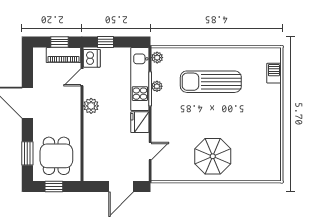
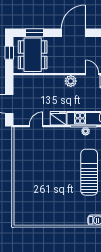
door: (150, 151) -> (36, 126), swing flipped
dining table: (56, 156) -> (33, 55), width x1.38
parasol: (213, 156) -> (32, 174), removed

